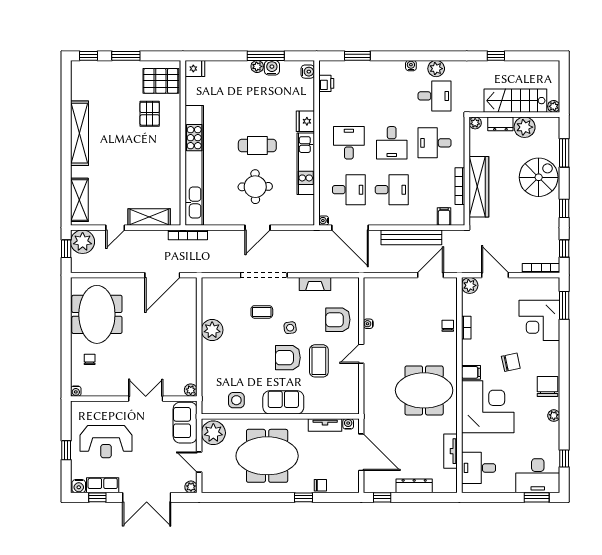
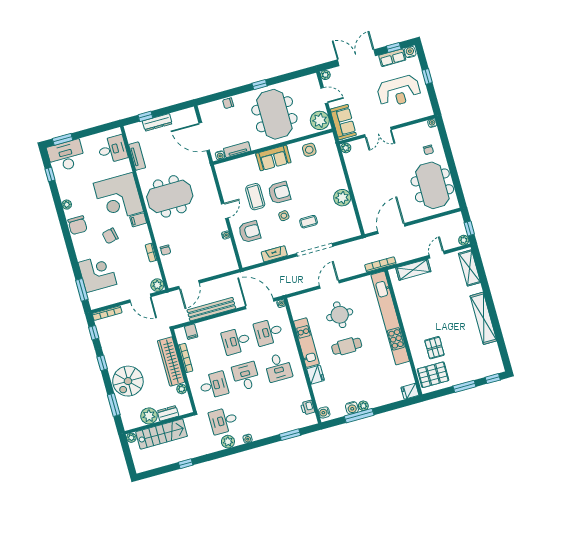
plant: (475, 123) -> (182, 389), moved
plant: (83, 242) -> (464, 240), width x0.53, depth x0.53
reception desk: (106, 442) -> (399, 91), turned 180
meeting table: (267, 456) -> (274, 114), turned 90
window: (304, 497) -> (260, 85), moved
window: (382, 497) -> (145, 116), moved

